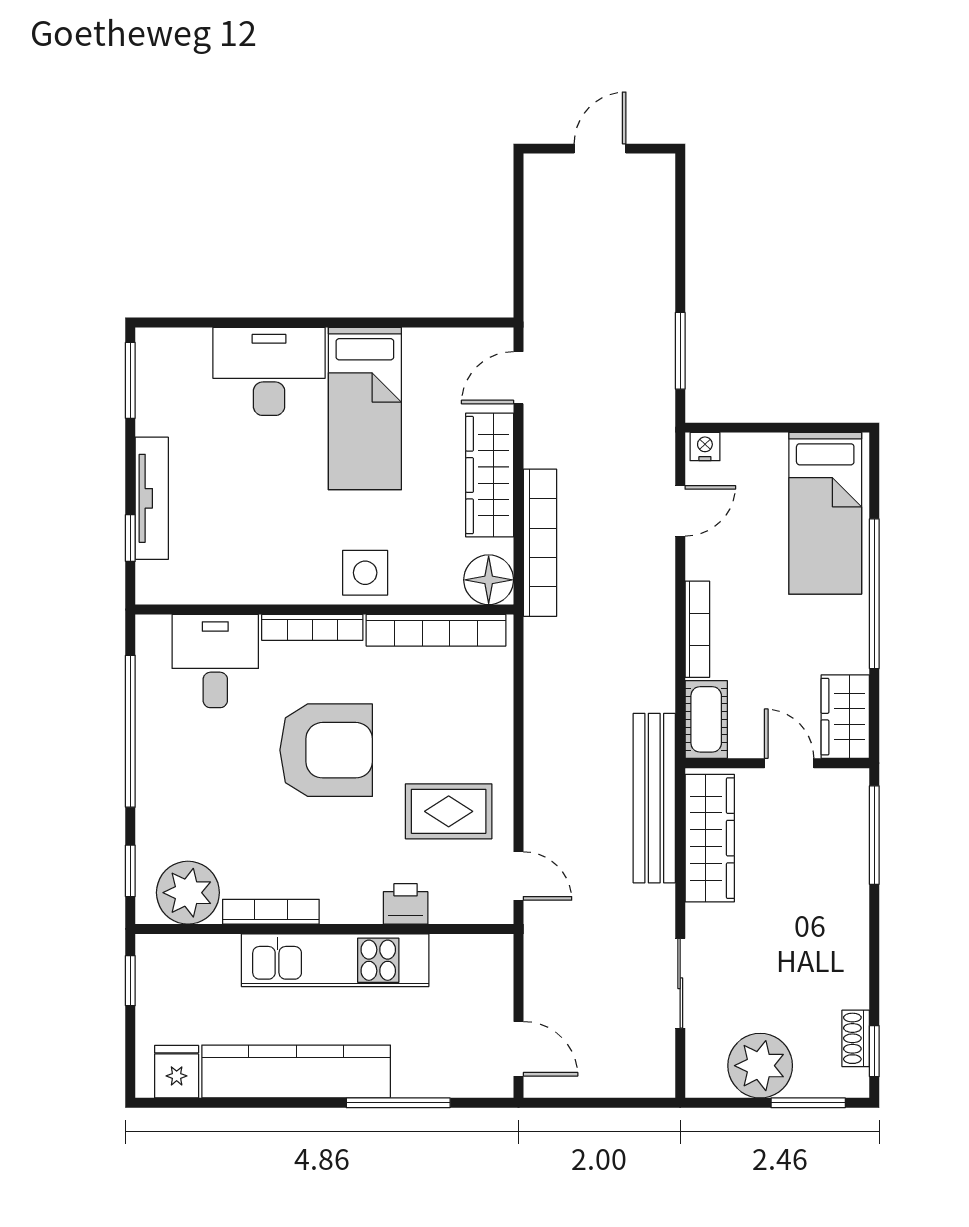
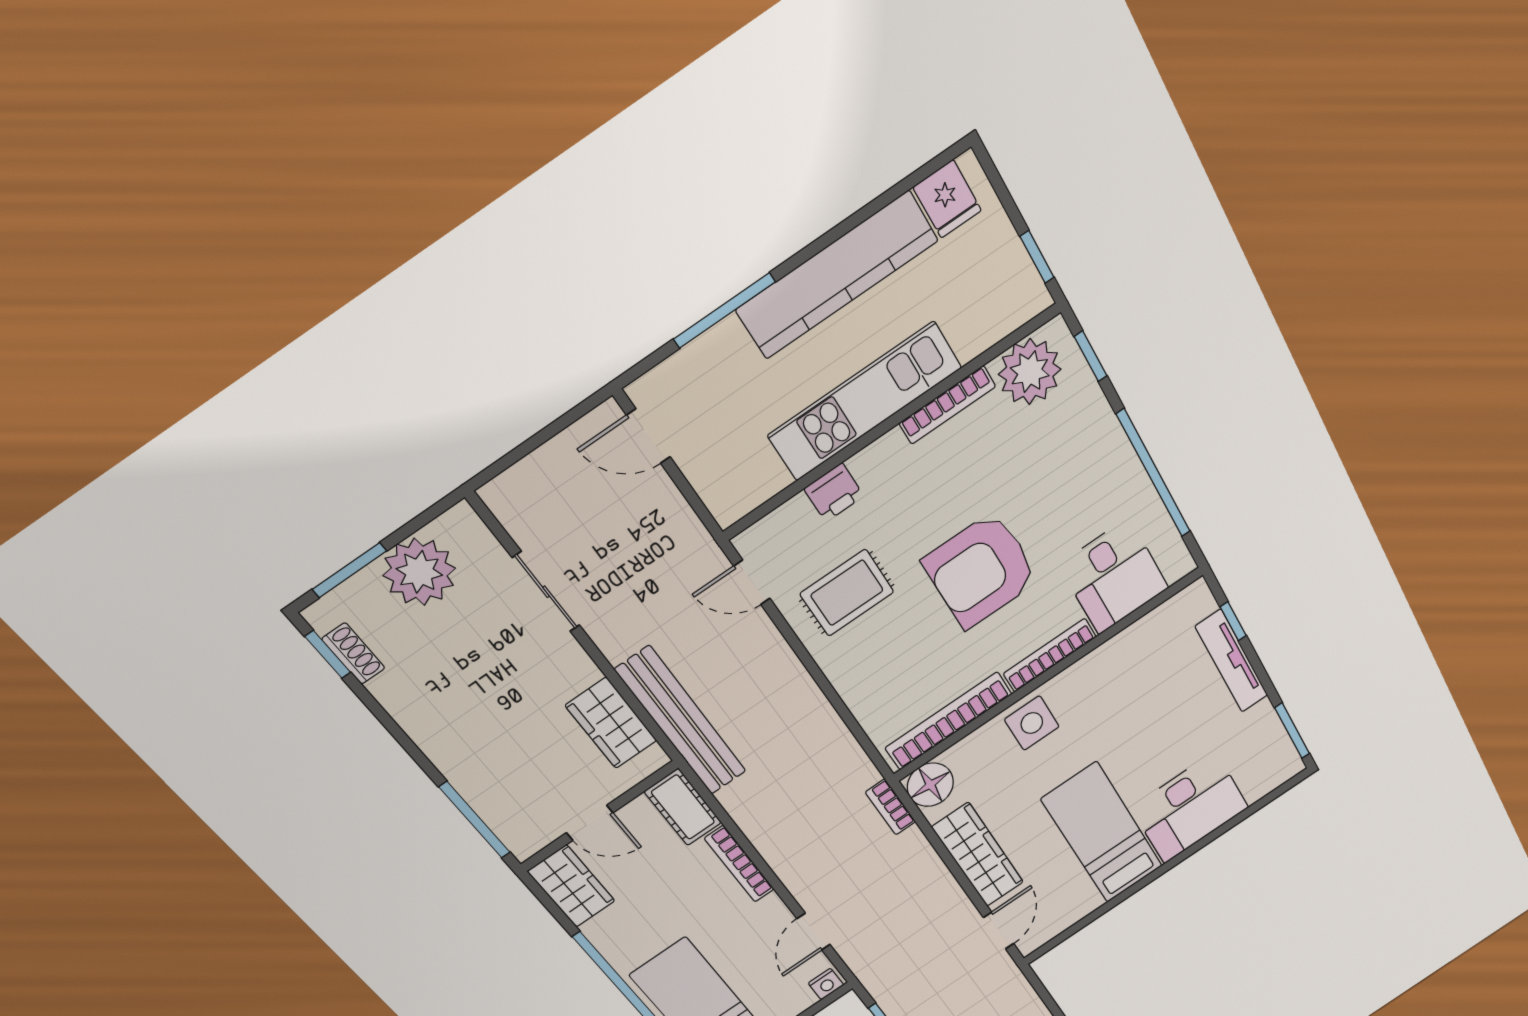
bookcase: (540, 543) -> (890, 807), width x0.43, depth x0.76
wardrobe: (710, 838) -> (611, 723), width x0.67

